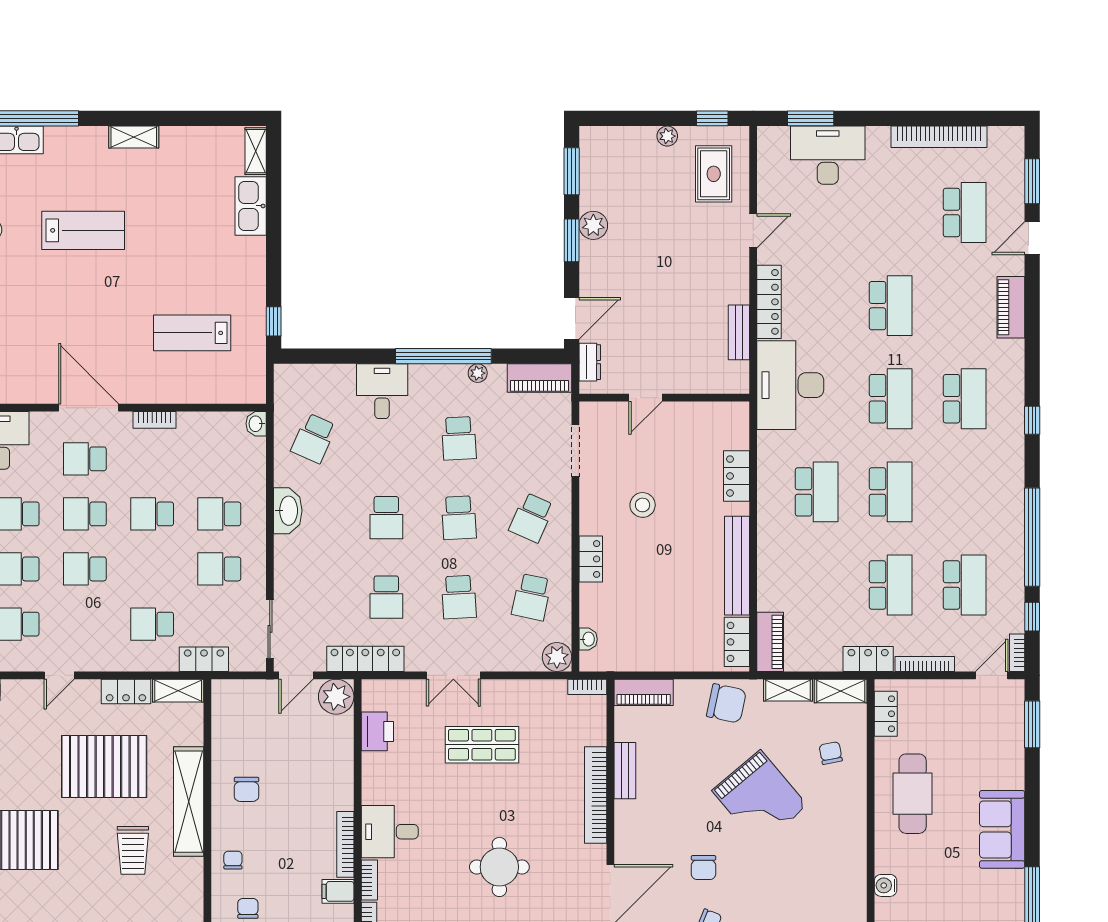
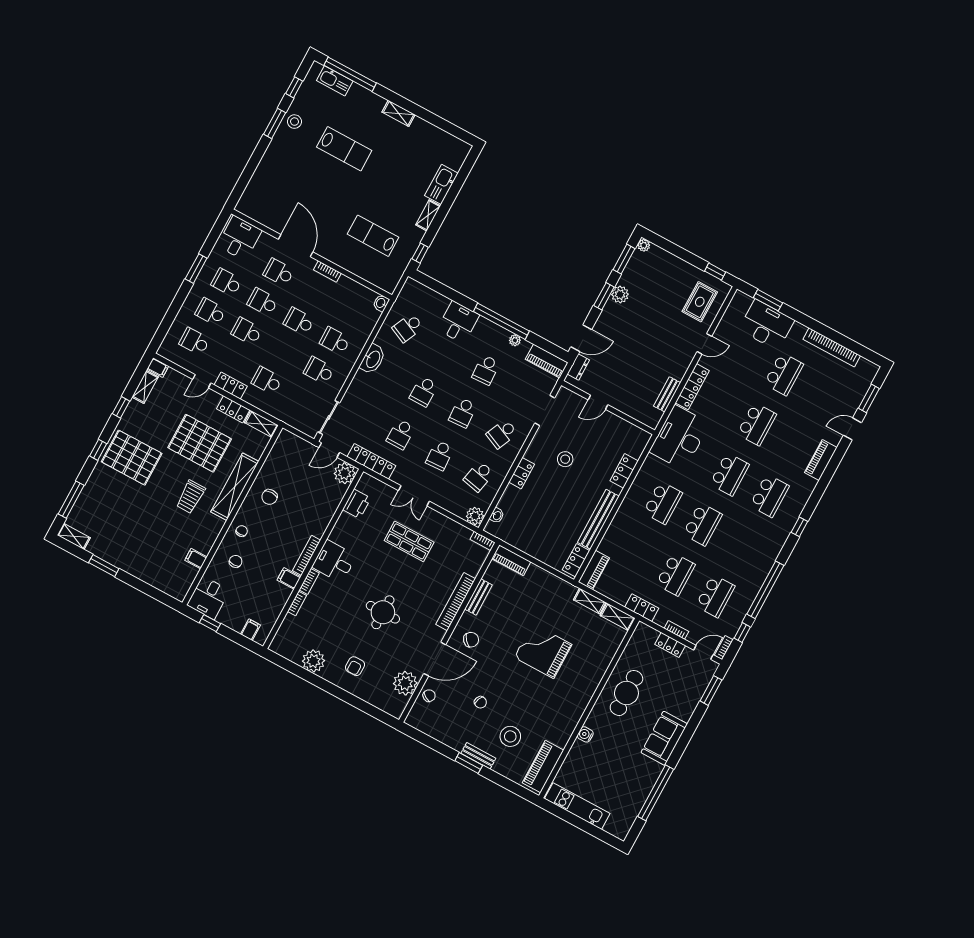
plant: (667, 136) -> (644, 245), moved
shelving: (256, 151) -> (428, 215), moved
school desk: (965, 213) -> (784, 374), moved
locker: (204, 659) -> (231, 386), moved
bookcase: (925, 664) -> (676, 630), width x0.64
chair: (726, 703) -> (553, 590), removed
locker: (886, 714) -> (670, 645), moved, turned 90
chair: (831, 753) -> (594, 647), removed
grand piano: (760, 798) -> (543, 651), turned 130
chair: (704, 868) -> (471, 640), moved, turned -131

